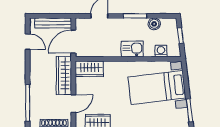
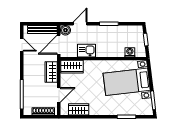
boiler: (154, 24) -> (65, 30), moved
kitchen sink: (132, 49) -> (86, 51), moved
wardrobe: (64, 75) -> (51, 72), width x0.67

